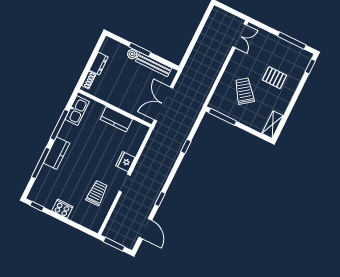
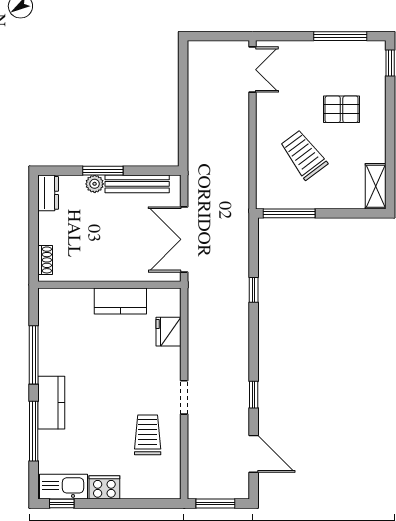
dresser: (99, 64) -> (48, 193), moved
kitchen sink: (77, 111) -> (63, 487), moved, turned -90
fridge: (125, 162) -> (169, 332), moved

